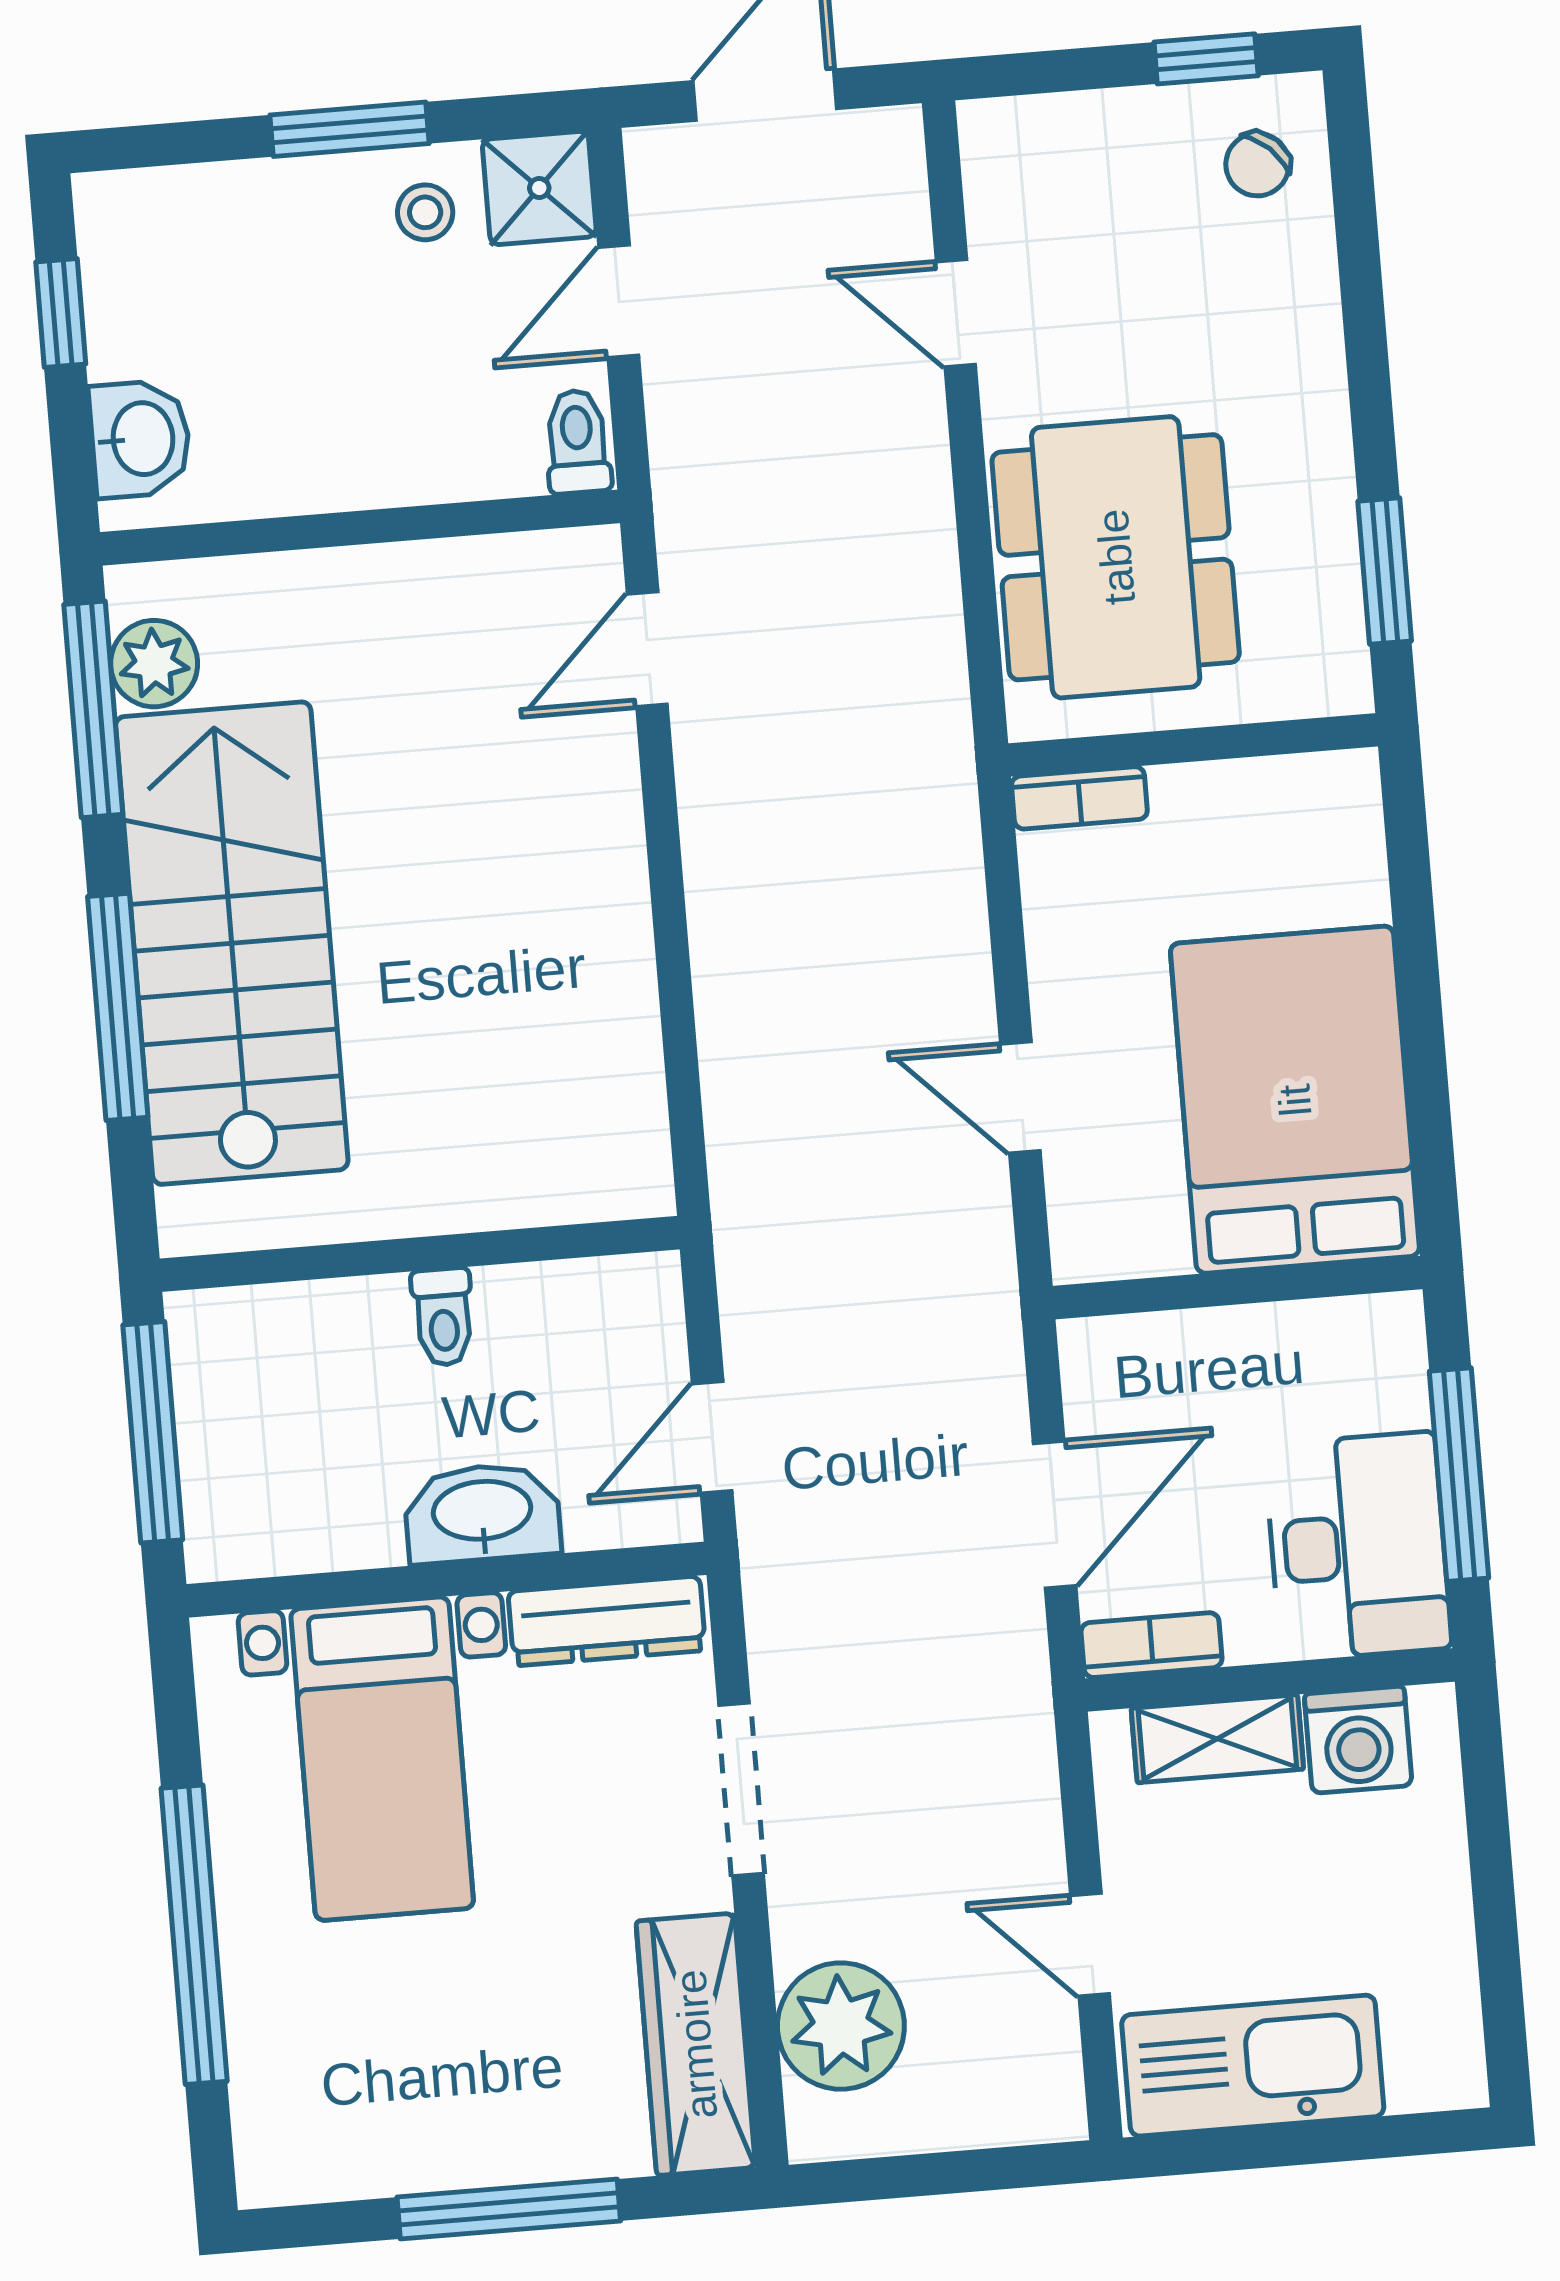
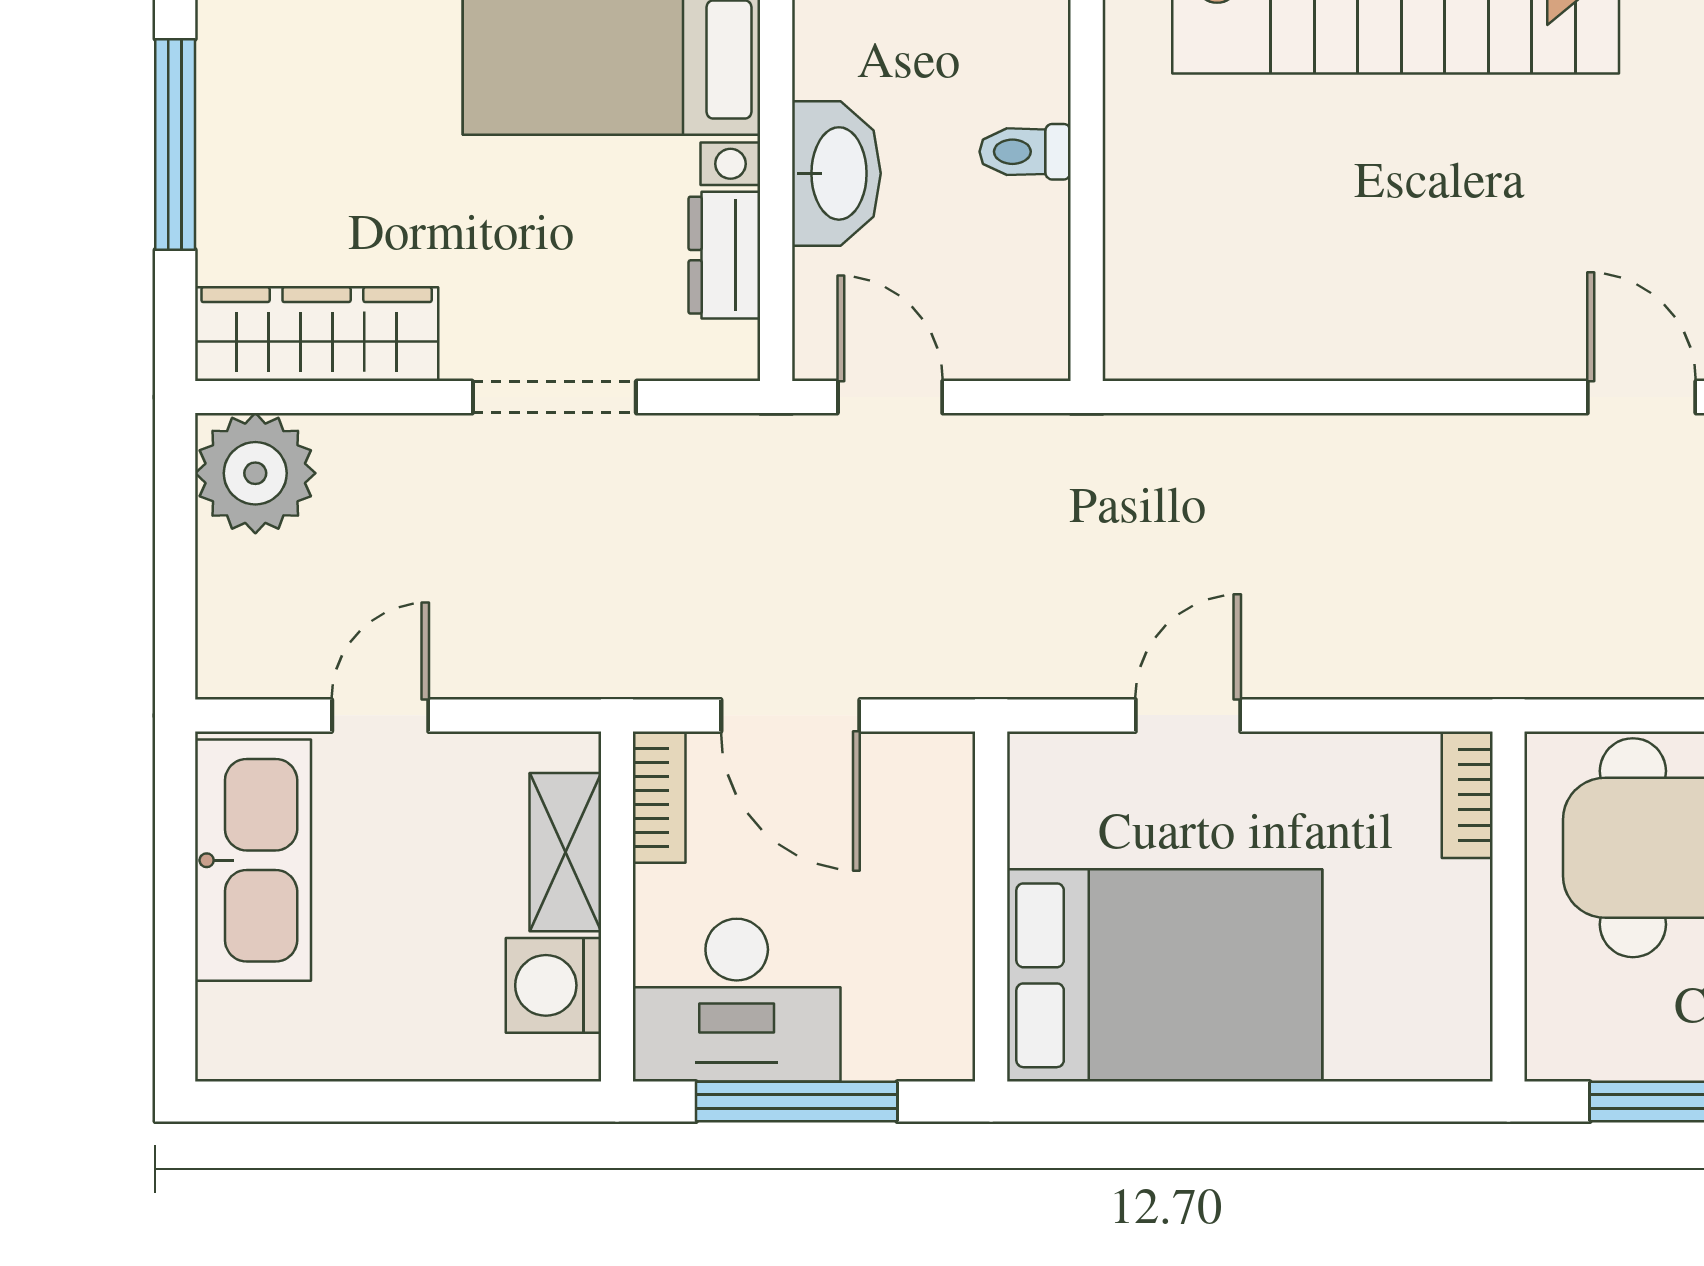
dresser: (607, 1621) -> (724, 255), width x0.70
plant: (841, 2026) -> (255, 473), moved

